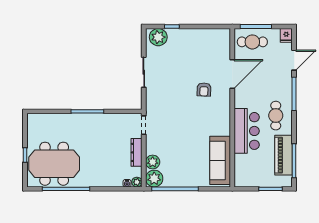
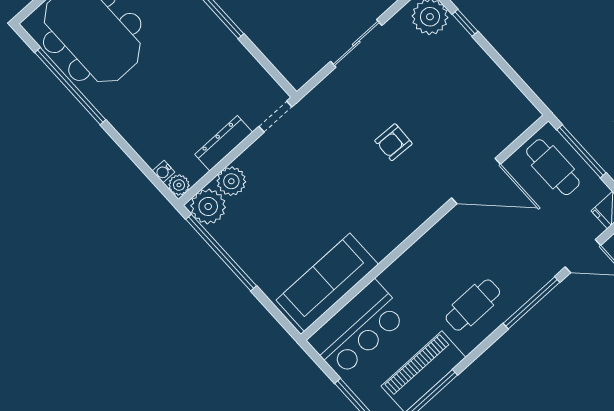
armchair: (204, 89) -> (393, 142), moved
bar counter: (247, 131) -> (358, 328), moved

